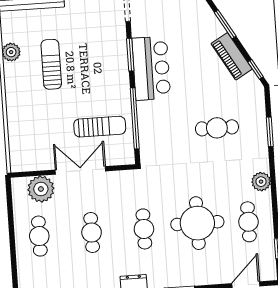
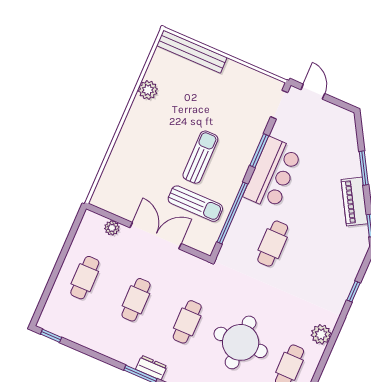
sun lounger: (51, 64) -> (200, 157), moved
cafe table: (217, 128) -> (273, 244), moved, turned 90
window: (270, 132) -> (354, 291), width x0.67
plant: (41, 189) -> (112, 228), width x0.53, depth x0.53

